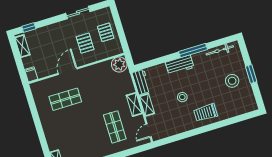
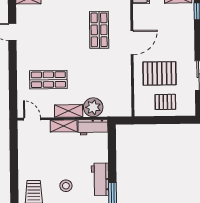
pallet: (85, 43) -> (159, 73), width x1.50, depth x1.42
plant: (119, 64) -> (93, 107), moved
door: (68, 71) -> (132, 43), hinge flipped
stool: (182, 97) -> (66, 186), moved

